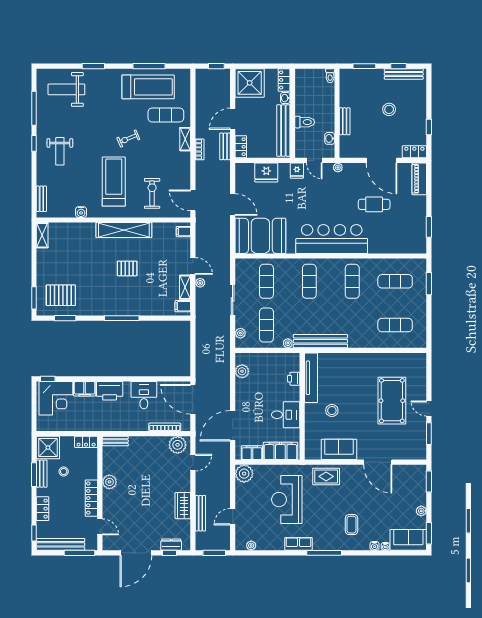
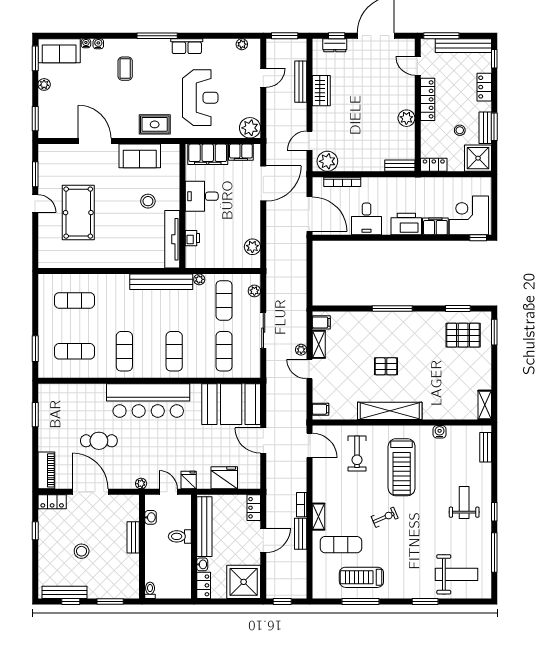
treadmill: (148, 87) -> (361, 577), width x0.73, depth x0.73
bench: (225, 146) -> (301, 534), moved

